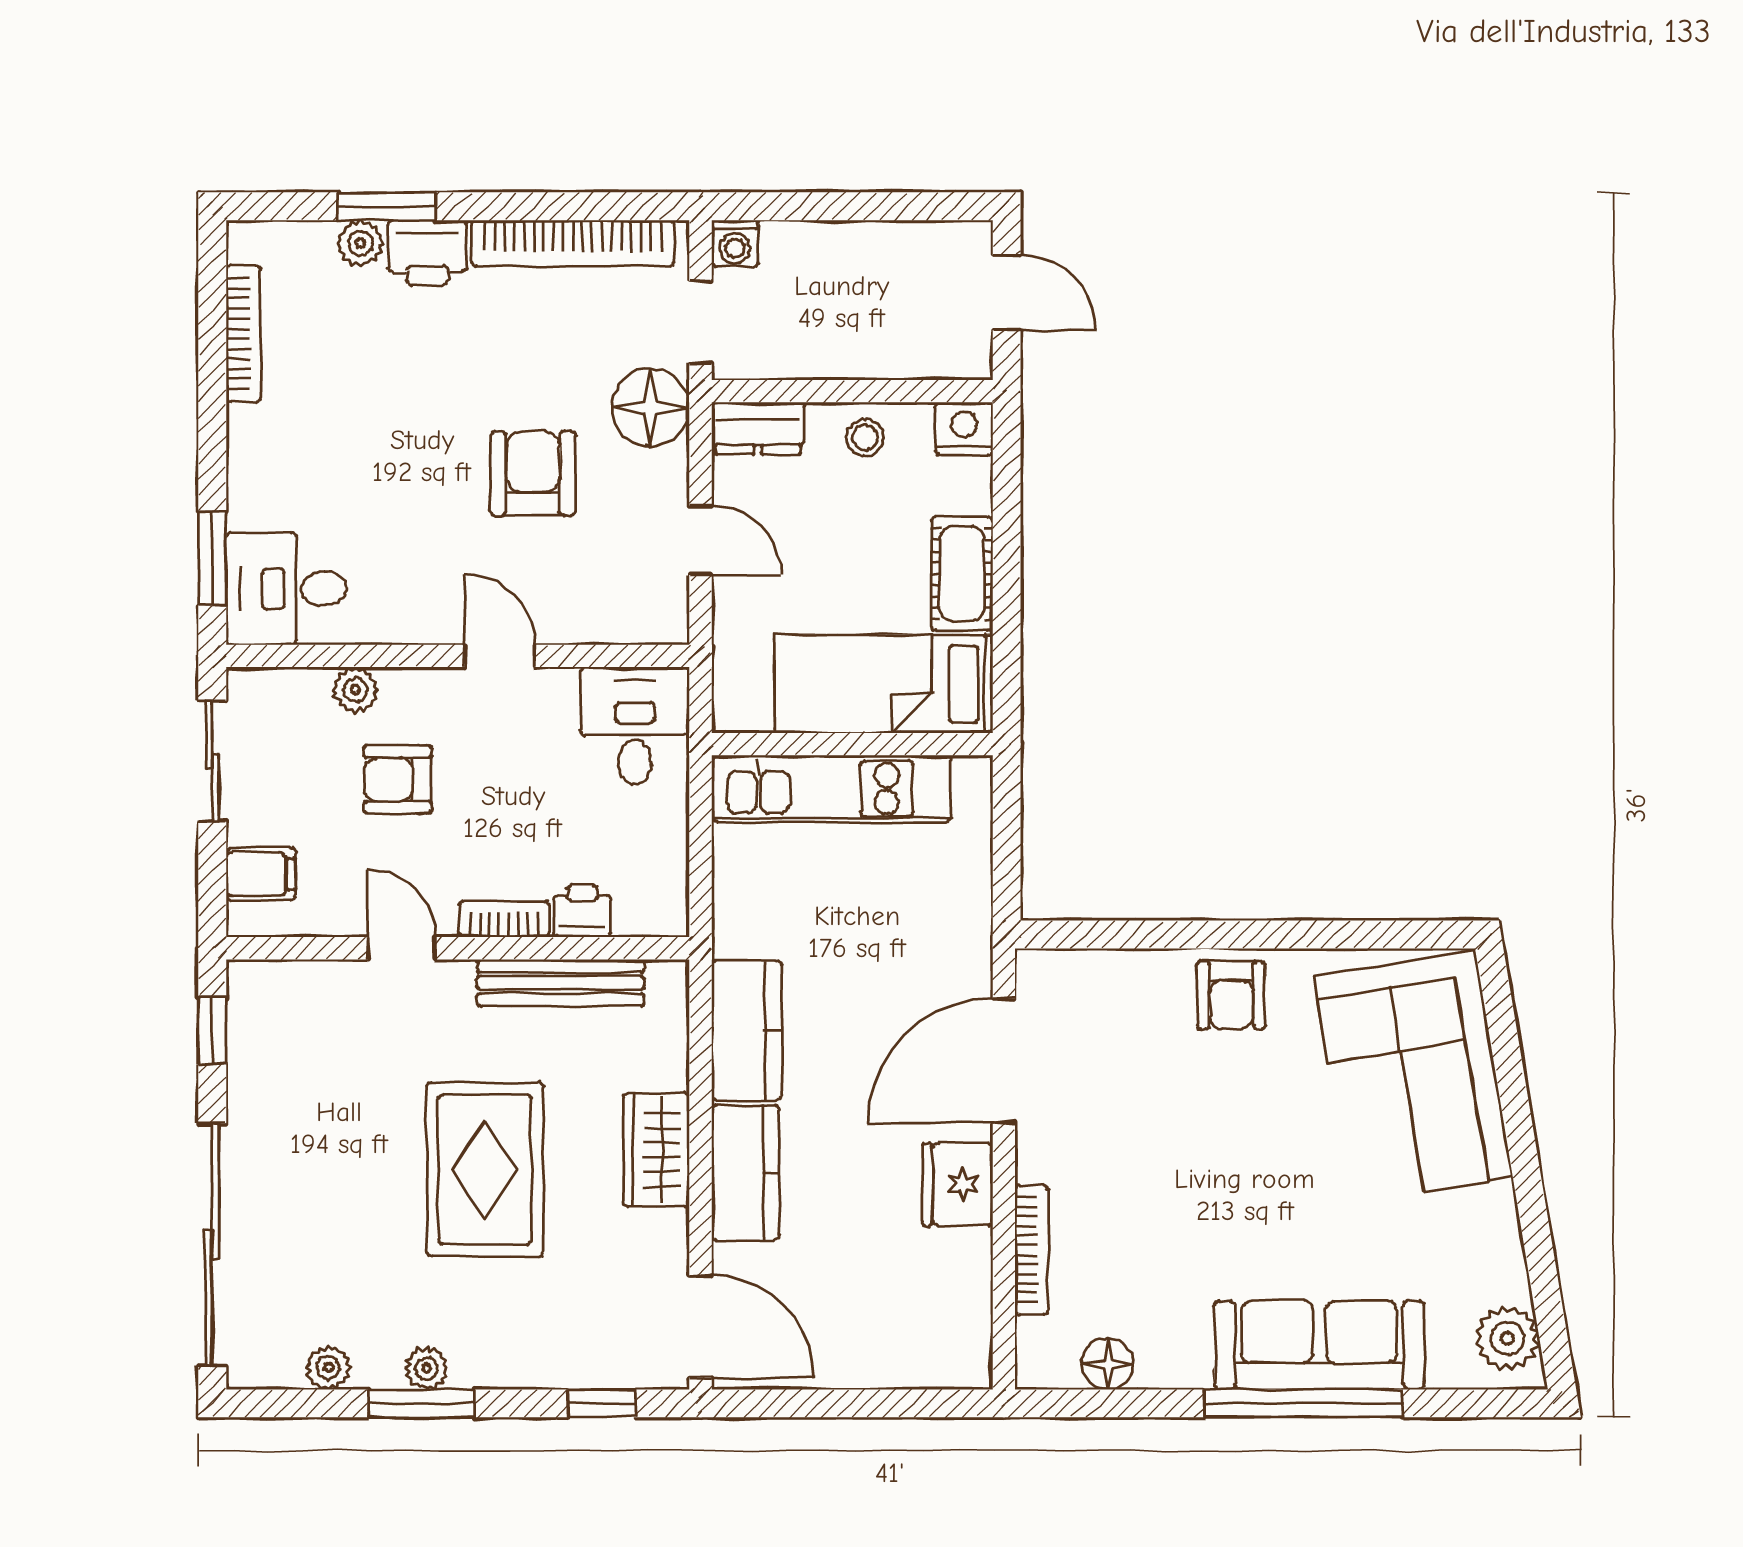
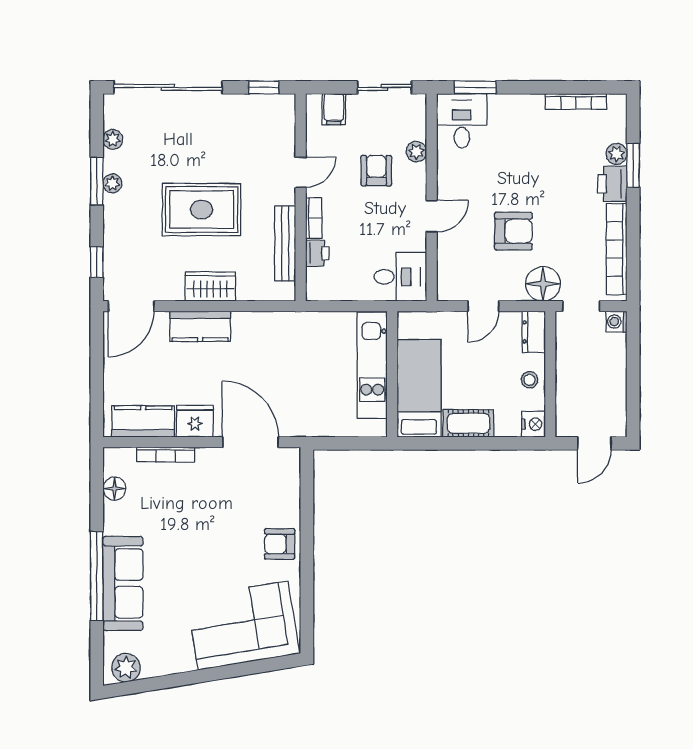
kitchen counter: (746, 1031) -> (143, 421), moved, turned 180

